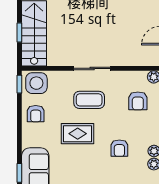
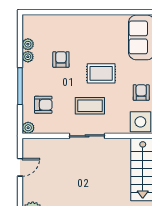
armchair: (138, 101) -> (43, 105), turned 90

